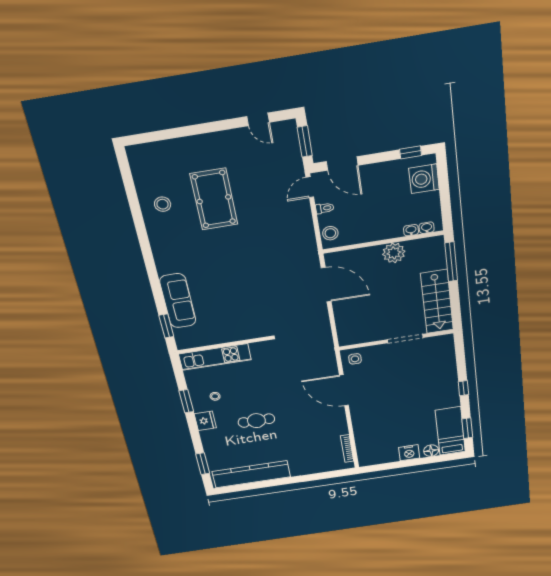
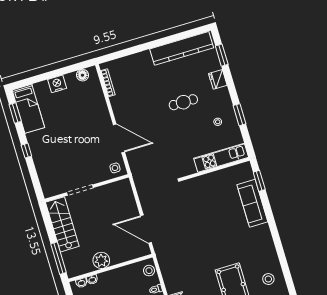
fridge: (205, 421) -> (218, 79), moved
floor lamp: (431, 451) -> (82, 75), moved

